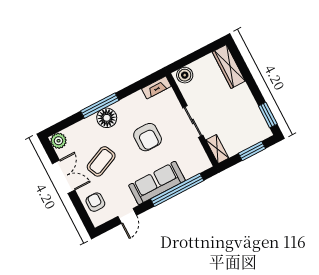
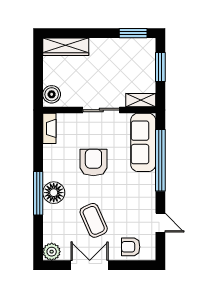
armchair: (148, 137) -> (93, 162), turned -90
sofa: (157, 183) -> (143, 142), moved

